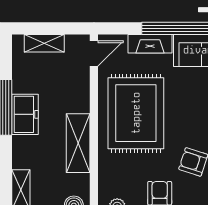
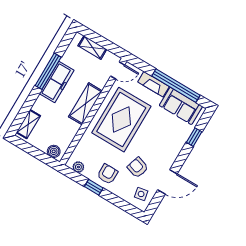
freezer: (25, 114) -> (57, 82), width x1.40
shelving: (78, 143) -> (85, 104), moved

